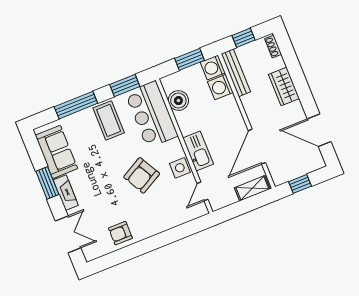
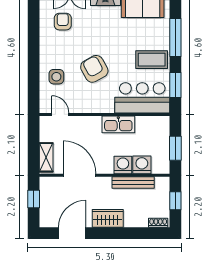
washing machine: (213, 68) -> (123, 165), moved
bench: (236, 73) -> (133, 183), moved
wardrobe: (284, 86) -> (108, 218), moved
boiler: (178, 101) -> (145, 125), removed
kitchen sink: (198, 151) -> (118, 124), moved
side table: (180, 168) -> (56, 77), moved
armchair: (120, 233) -> (63, 22), moved

